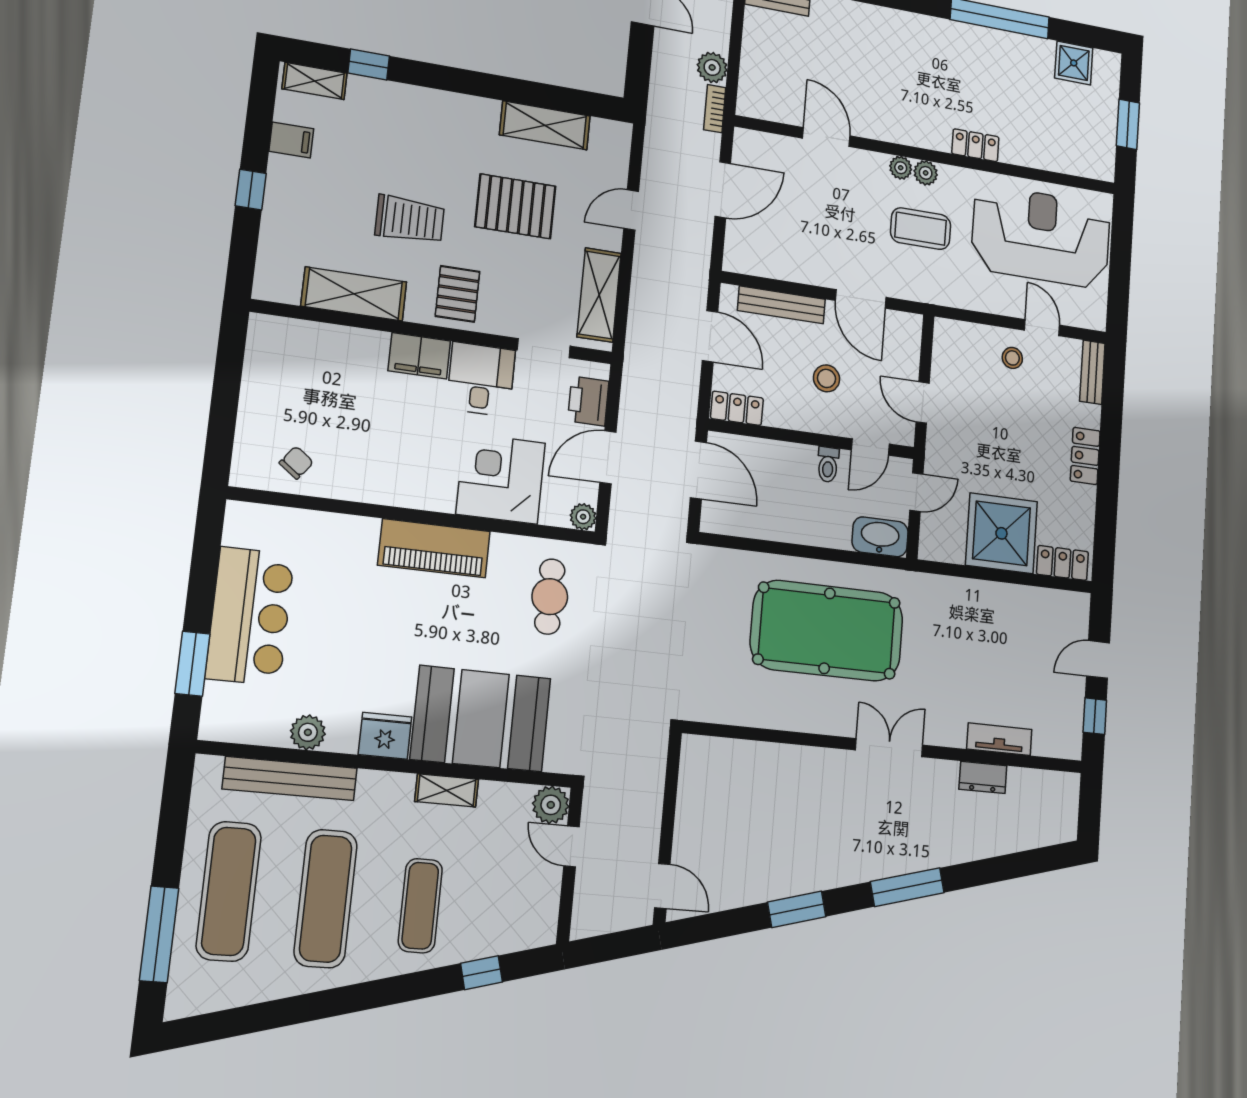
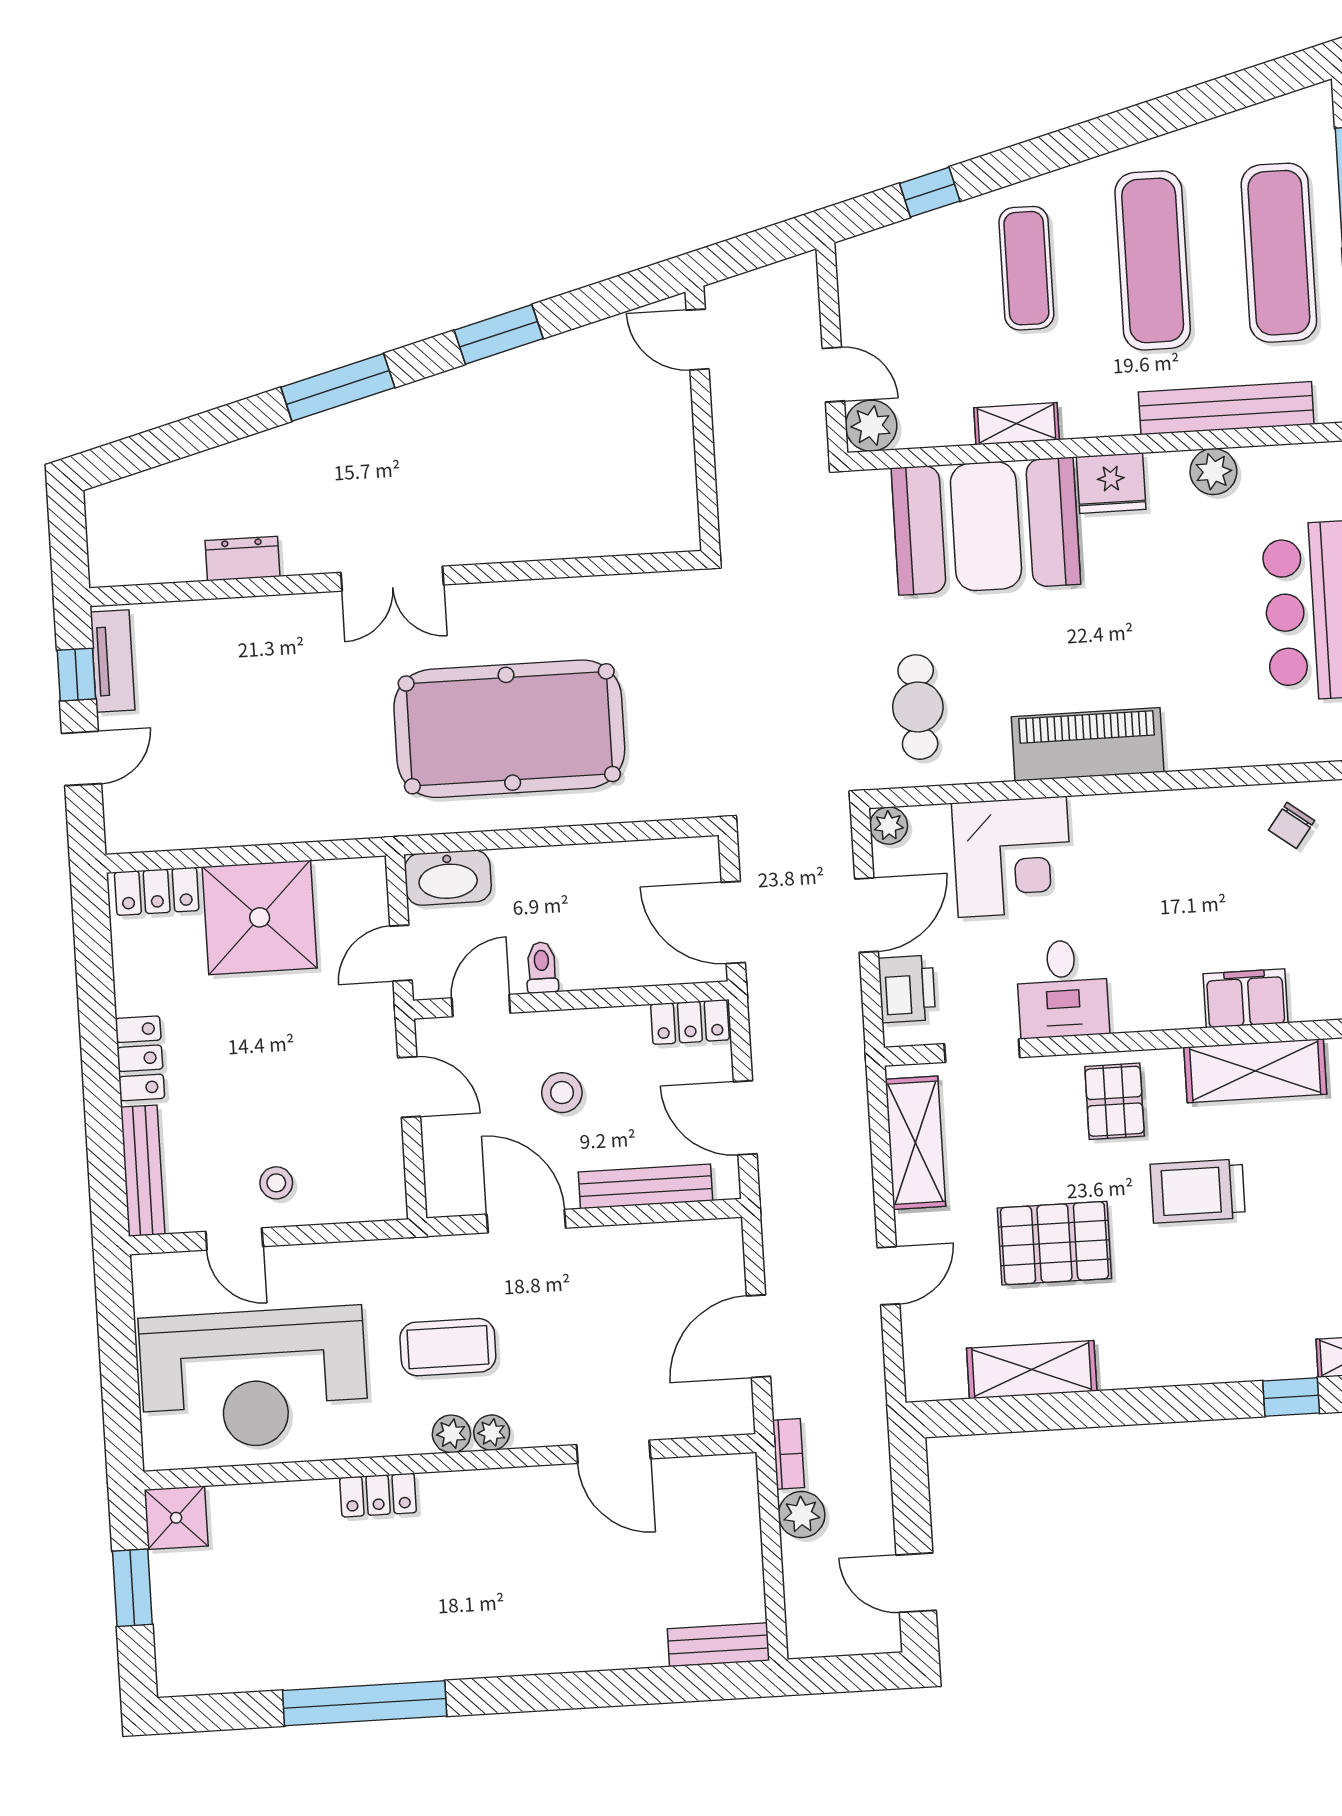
shower: (1074, 63) -> (176, 1518), moved
filing cabinet: (419, 356) -> (1245, 998), moved
bench: (1092, 372) -> (143, 1171), width x1.36
tv unit: (999, 739) -> (113, 661), moved, turned -90

